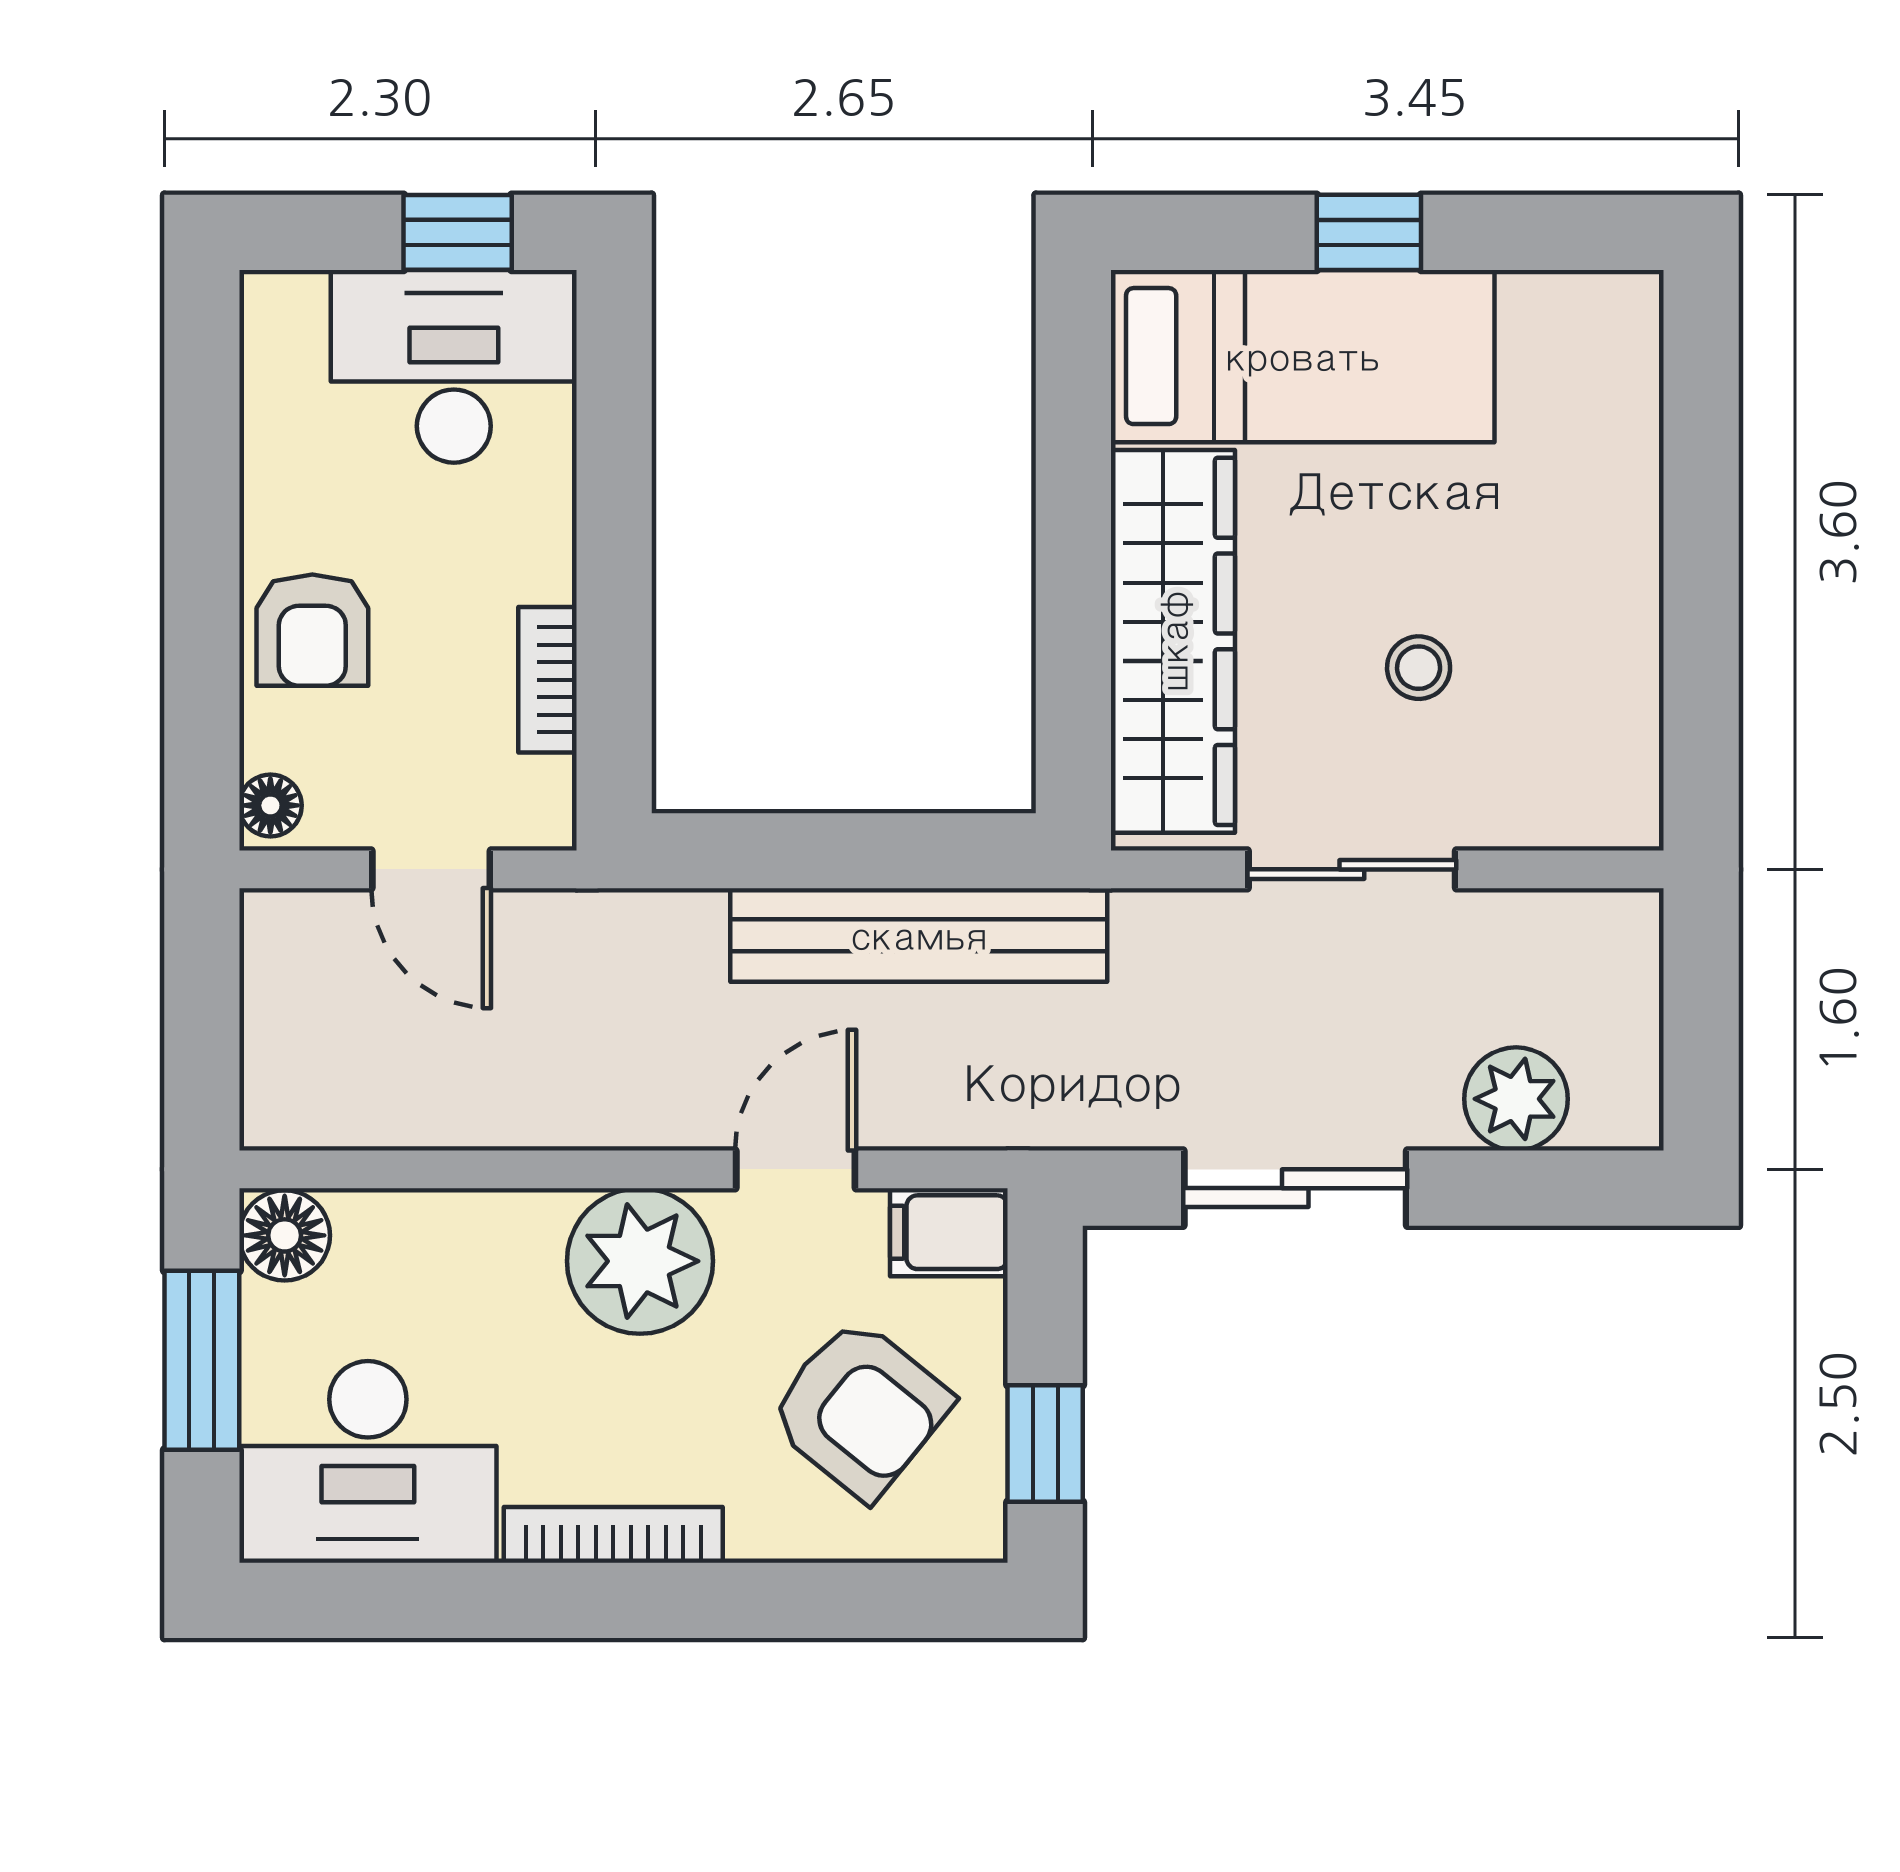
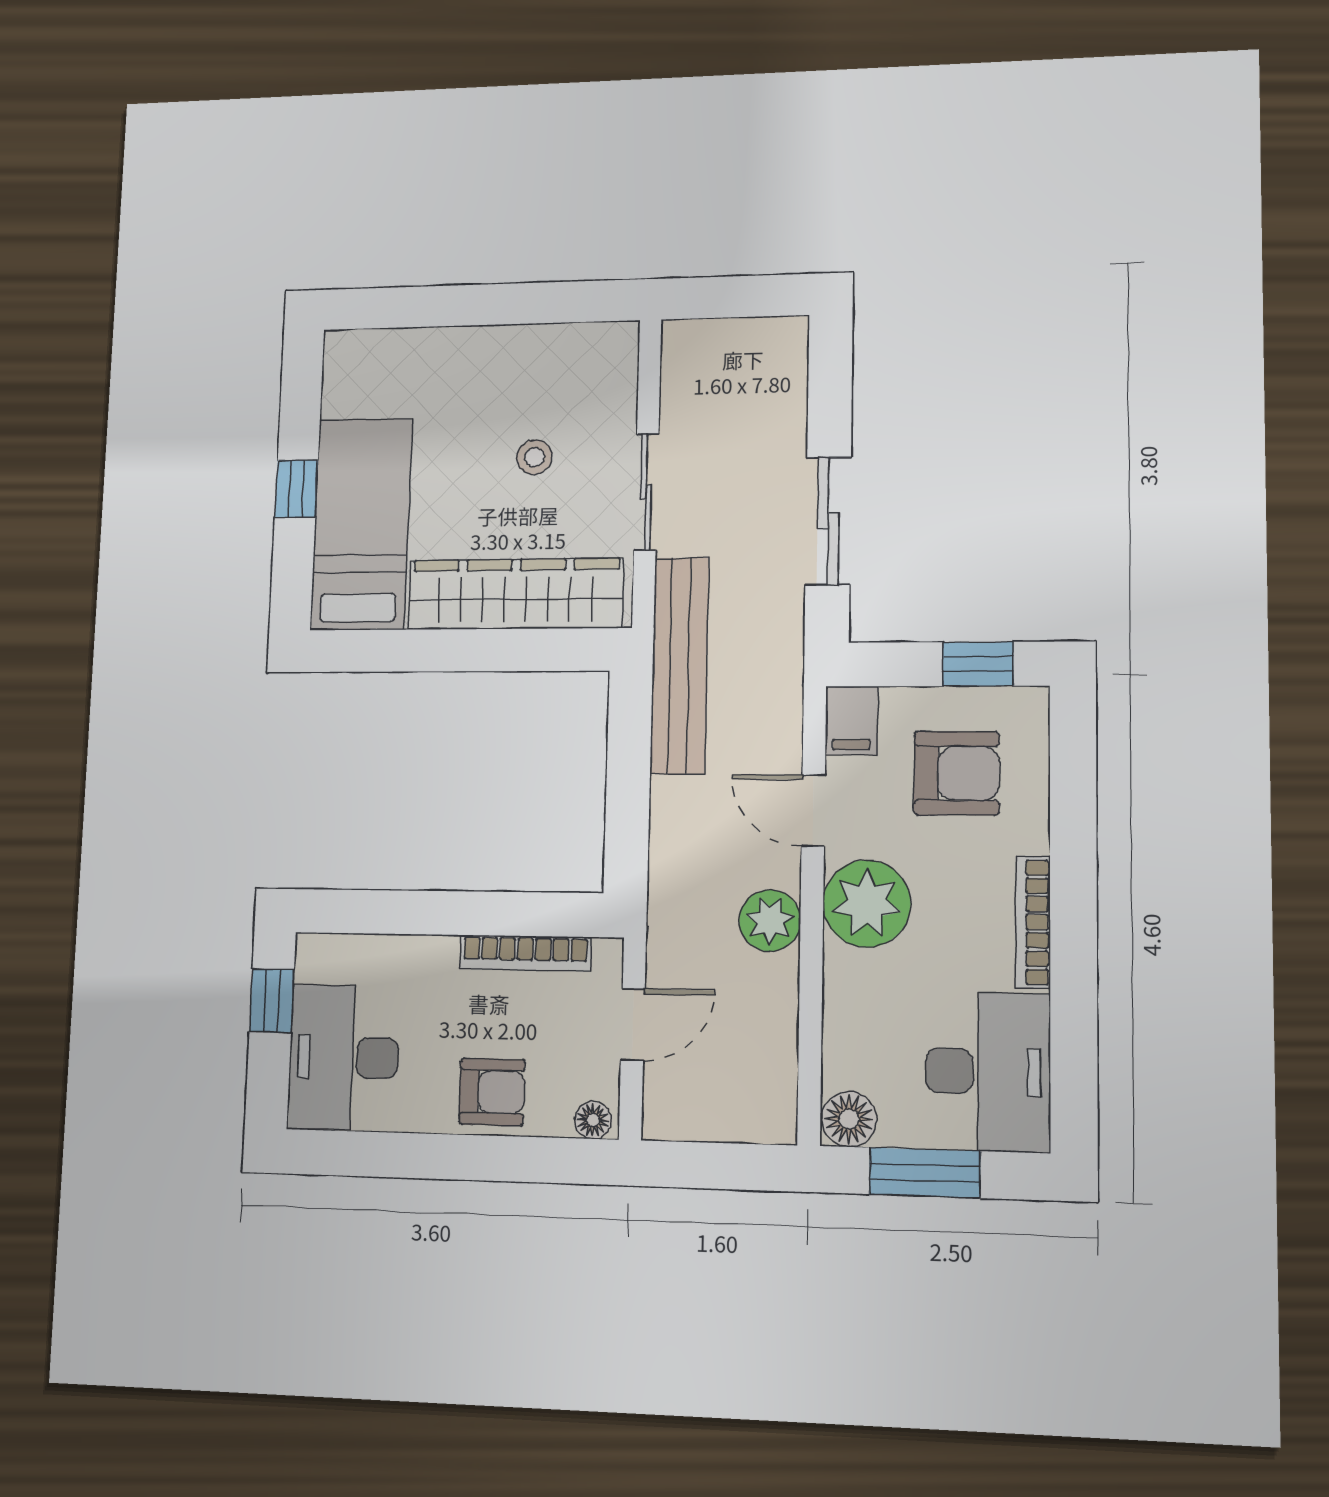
desk: (454, 366) -> (344, 1057), moved
bookcase: (548, 680) -> (525, 953), width x1.56
bench: (919, 935) -> (679, 665), moved
plant: (1516, 1099) -> (770, 921), moved
armchair: (860, 1409) -> (957, 773), turned 51

